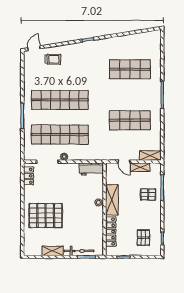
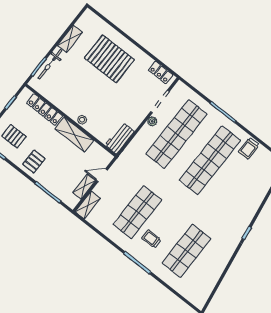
trolley: (53, 59) -> (249, 148), moved
trolley: (140, 98) -> (151, 239), added
pallet: (148, 194) -> (34, 161), moved
pallet: (46, 216) -> (109, 59), turned 90

